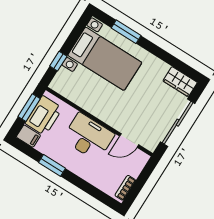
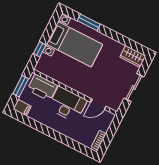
printer: (44, 116) -> (42, 87), moved, turned 90
sliding door: (178, 123) -> (134, 88), width x0.73
window: (52, 165) -> (42, 128), removed

